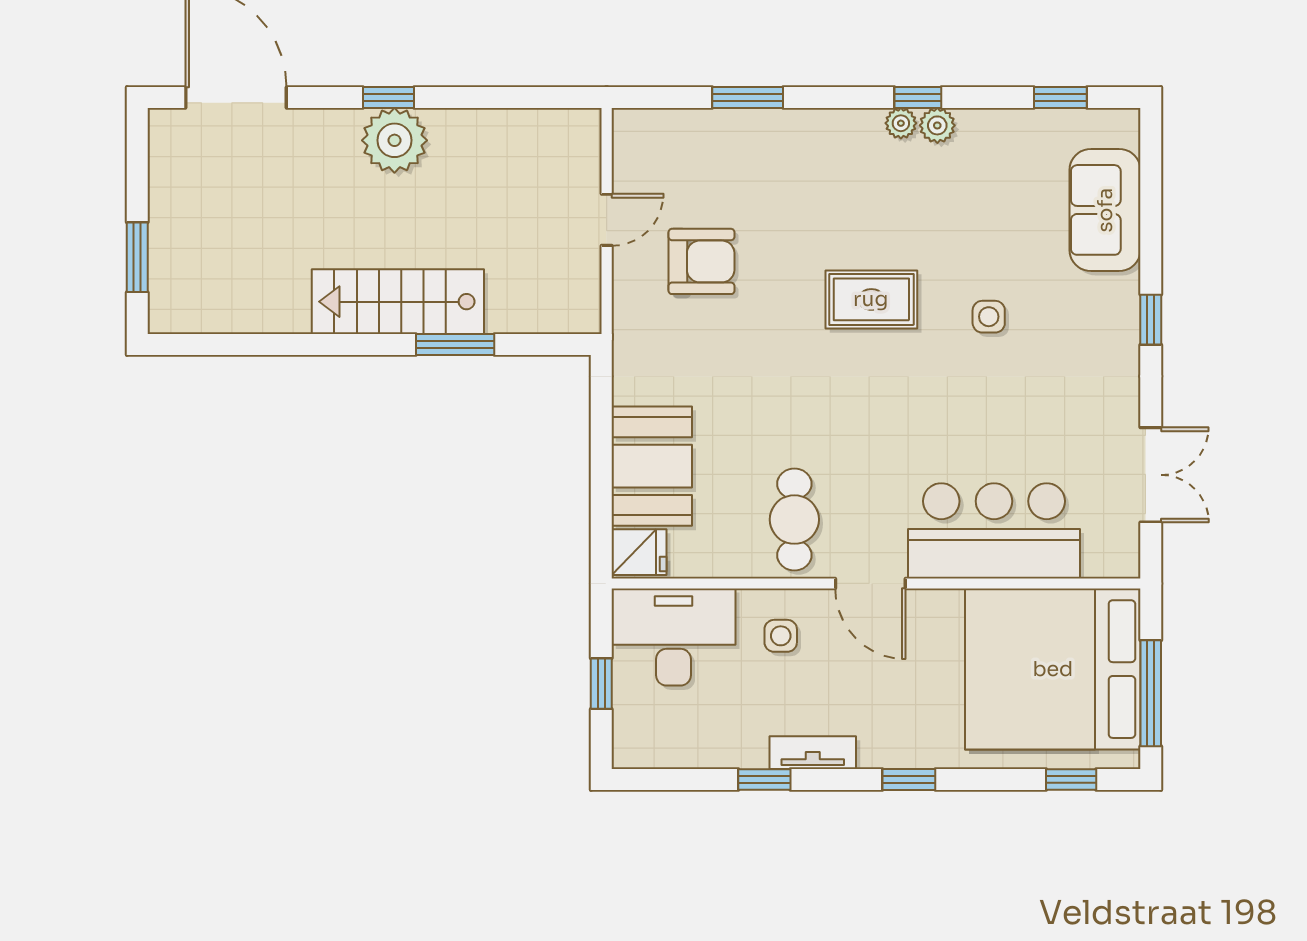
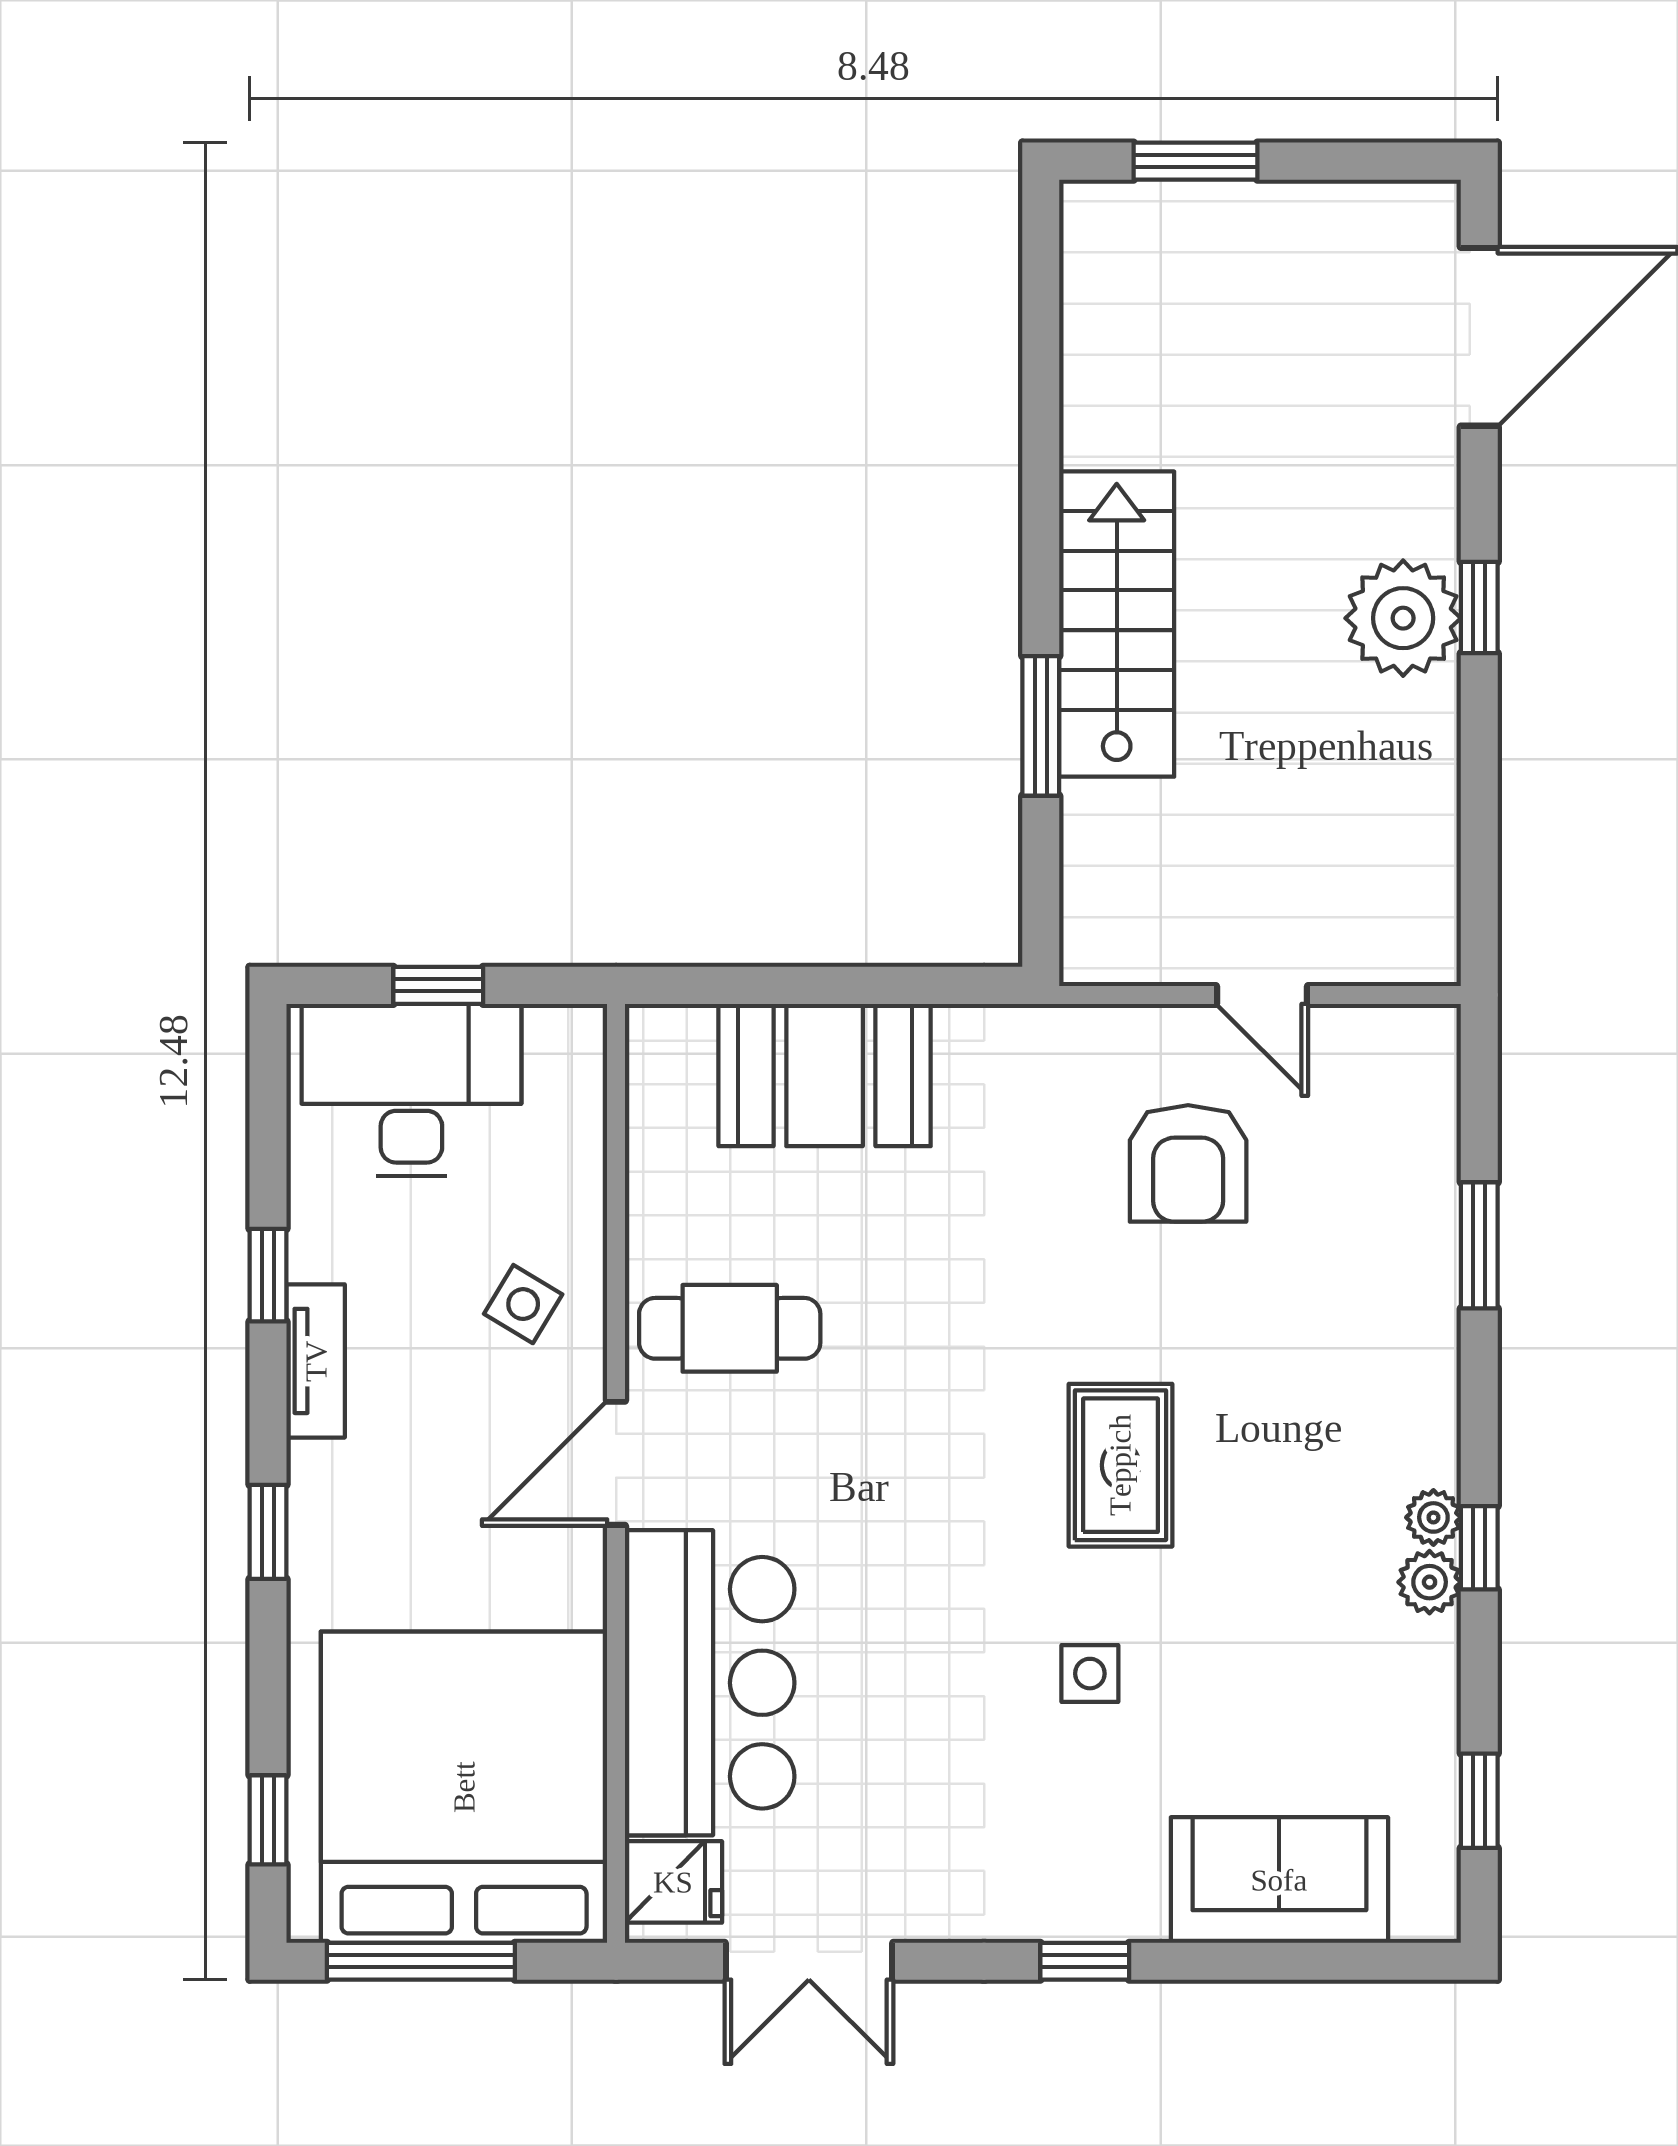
fridge: (639, 552) -> (673, 1882), moved, turned -90
side table: (781, 636) -> (523, 1304), turned 31
desk: (673, 637) -> (411, 1090), moved, turned -90

